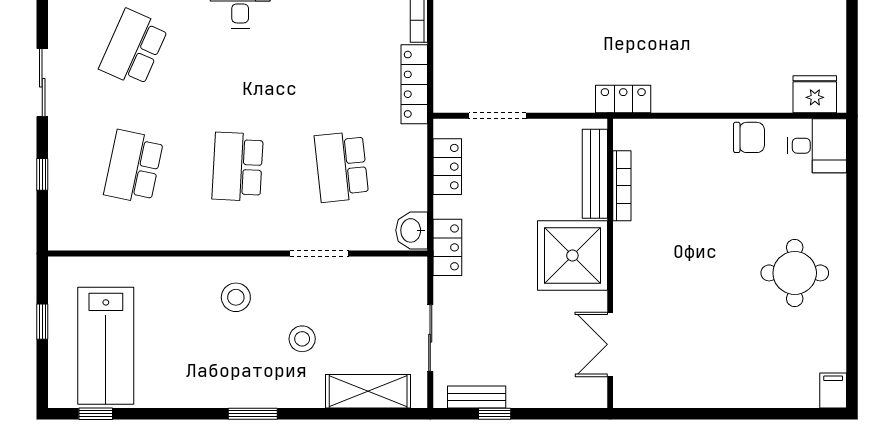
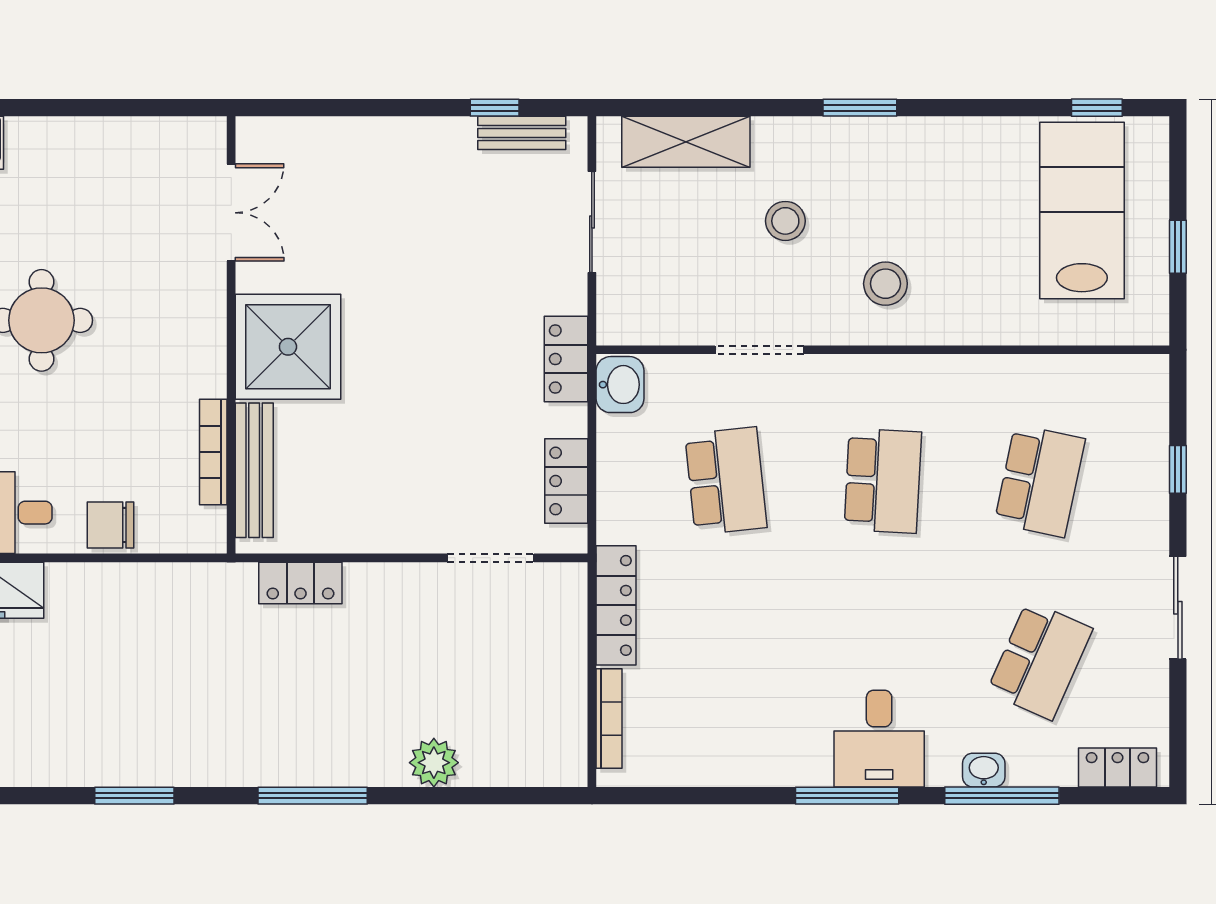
bench: (595, 174) -> (254, 470), moved
bookcase: (622, 186) -> (213, 452), moved
shower: (572, 256) -> (288, 347), moved
wall: (610, 263) -> (231, 335), moved
double door: (610, 344) -> (231, 213), moved

